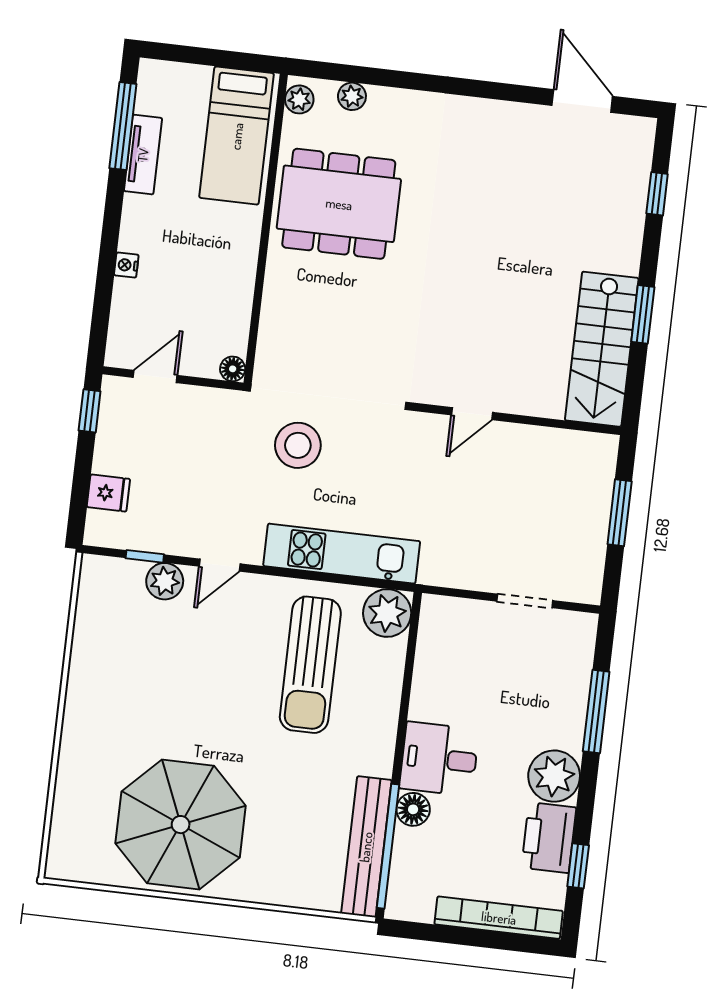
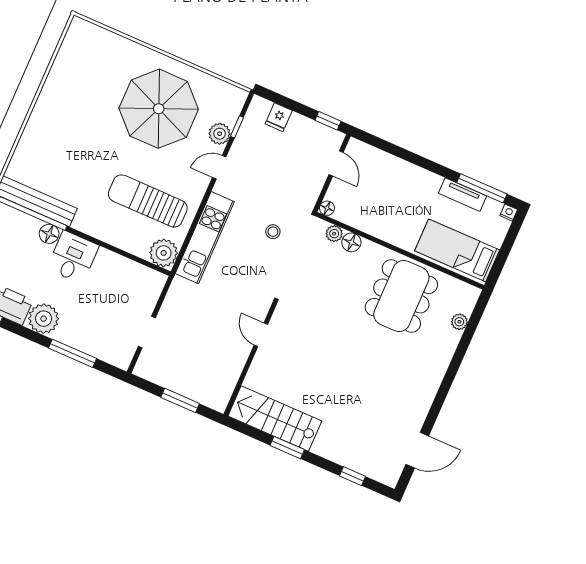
plant: (299, 99) -> (334, 234), moved
nightstand: (126, 265) -> (509, 213), moved
floor lamp: (276, 312) -> (351, 242), added
stool: (298, 445) -> (273, 232), width x0.53, depth x0.53
door: (220, 565) -> (219, 167), hinge flipped
parasol: (181, 825) -> (159, 109), moved

